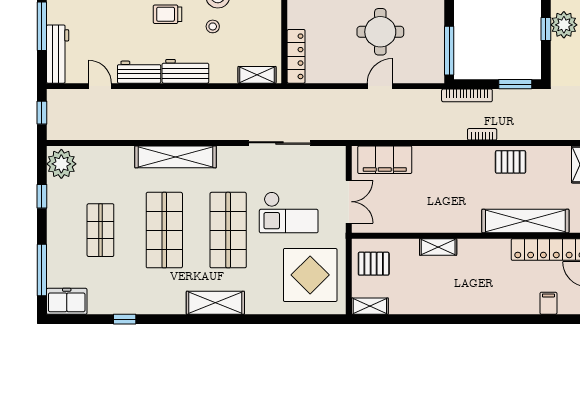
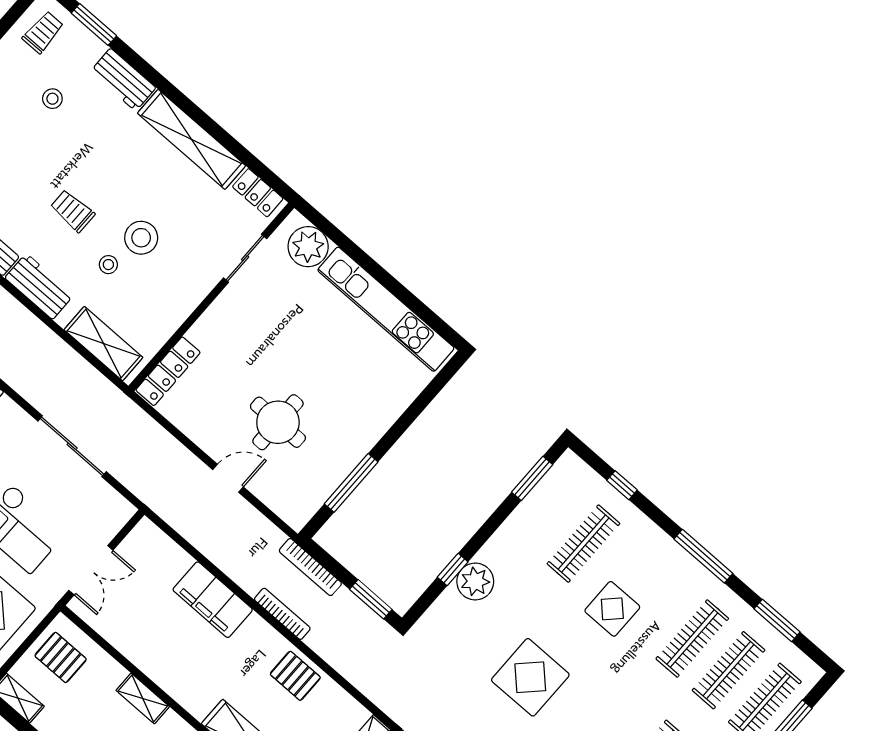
window: (449, 51) -> (351, 483), moved
shelving: (257, 75) -> (103, 344), width x1.50, depth x1.33
bookcase: (482, 134) -> (282, 614), width x1.56
filing cabinet: (385, 160) -> (213, 600), moved

